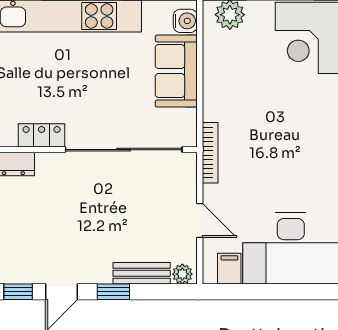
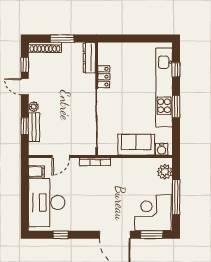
plant: (182, 274) -> (34, 107), moved
window: (113, 292) -> (25, 126), moved

